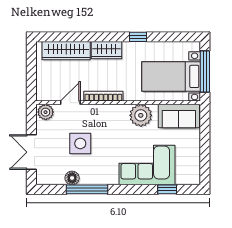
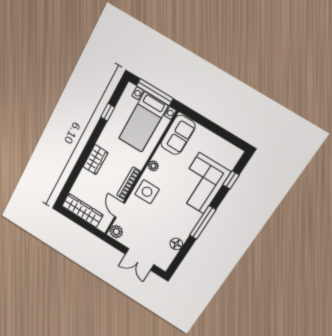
window: (138, 37) -> (108, 112), moved
wardrobe: (66, 51) -> (82, 211), moved, turned -90
plant: (141, 115) -> (153, 166), width x0.53, depth x0.53
side table: (80, 143) -> (147, 192), moved
window: (87, 189) -> (203, 223), moved

